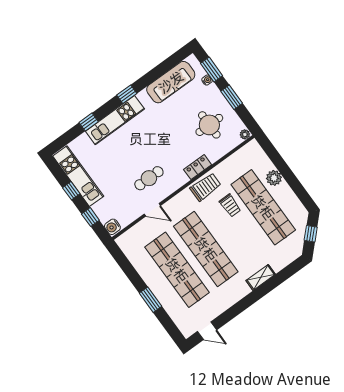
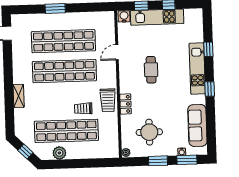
kitchen unit: (78, 176) -> (157, 17), moved
cafe table: (149, 178) -> (151, 70), moved
plant: (274, 178) -> (59, 153), moved

